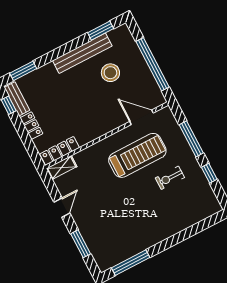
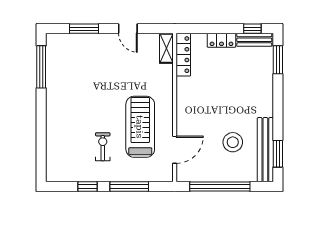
bench: (82, 53) -> (265, 150), moved
treadmill: (137, 155) -> (140, 127), turned 180

